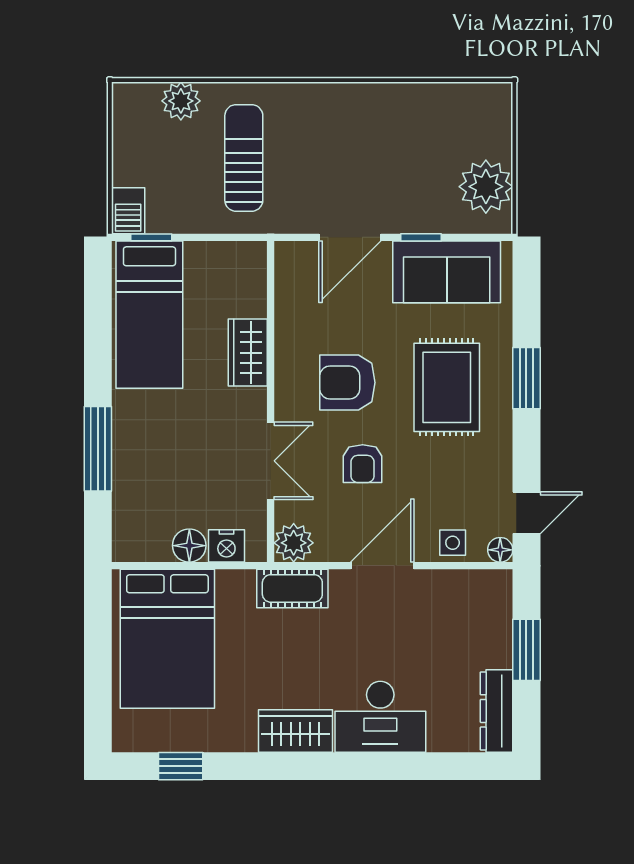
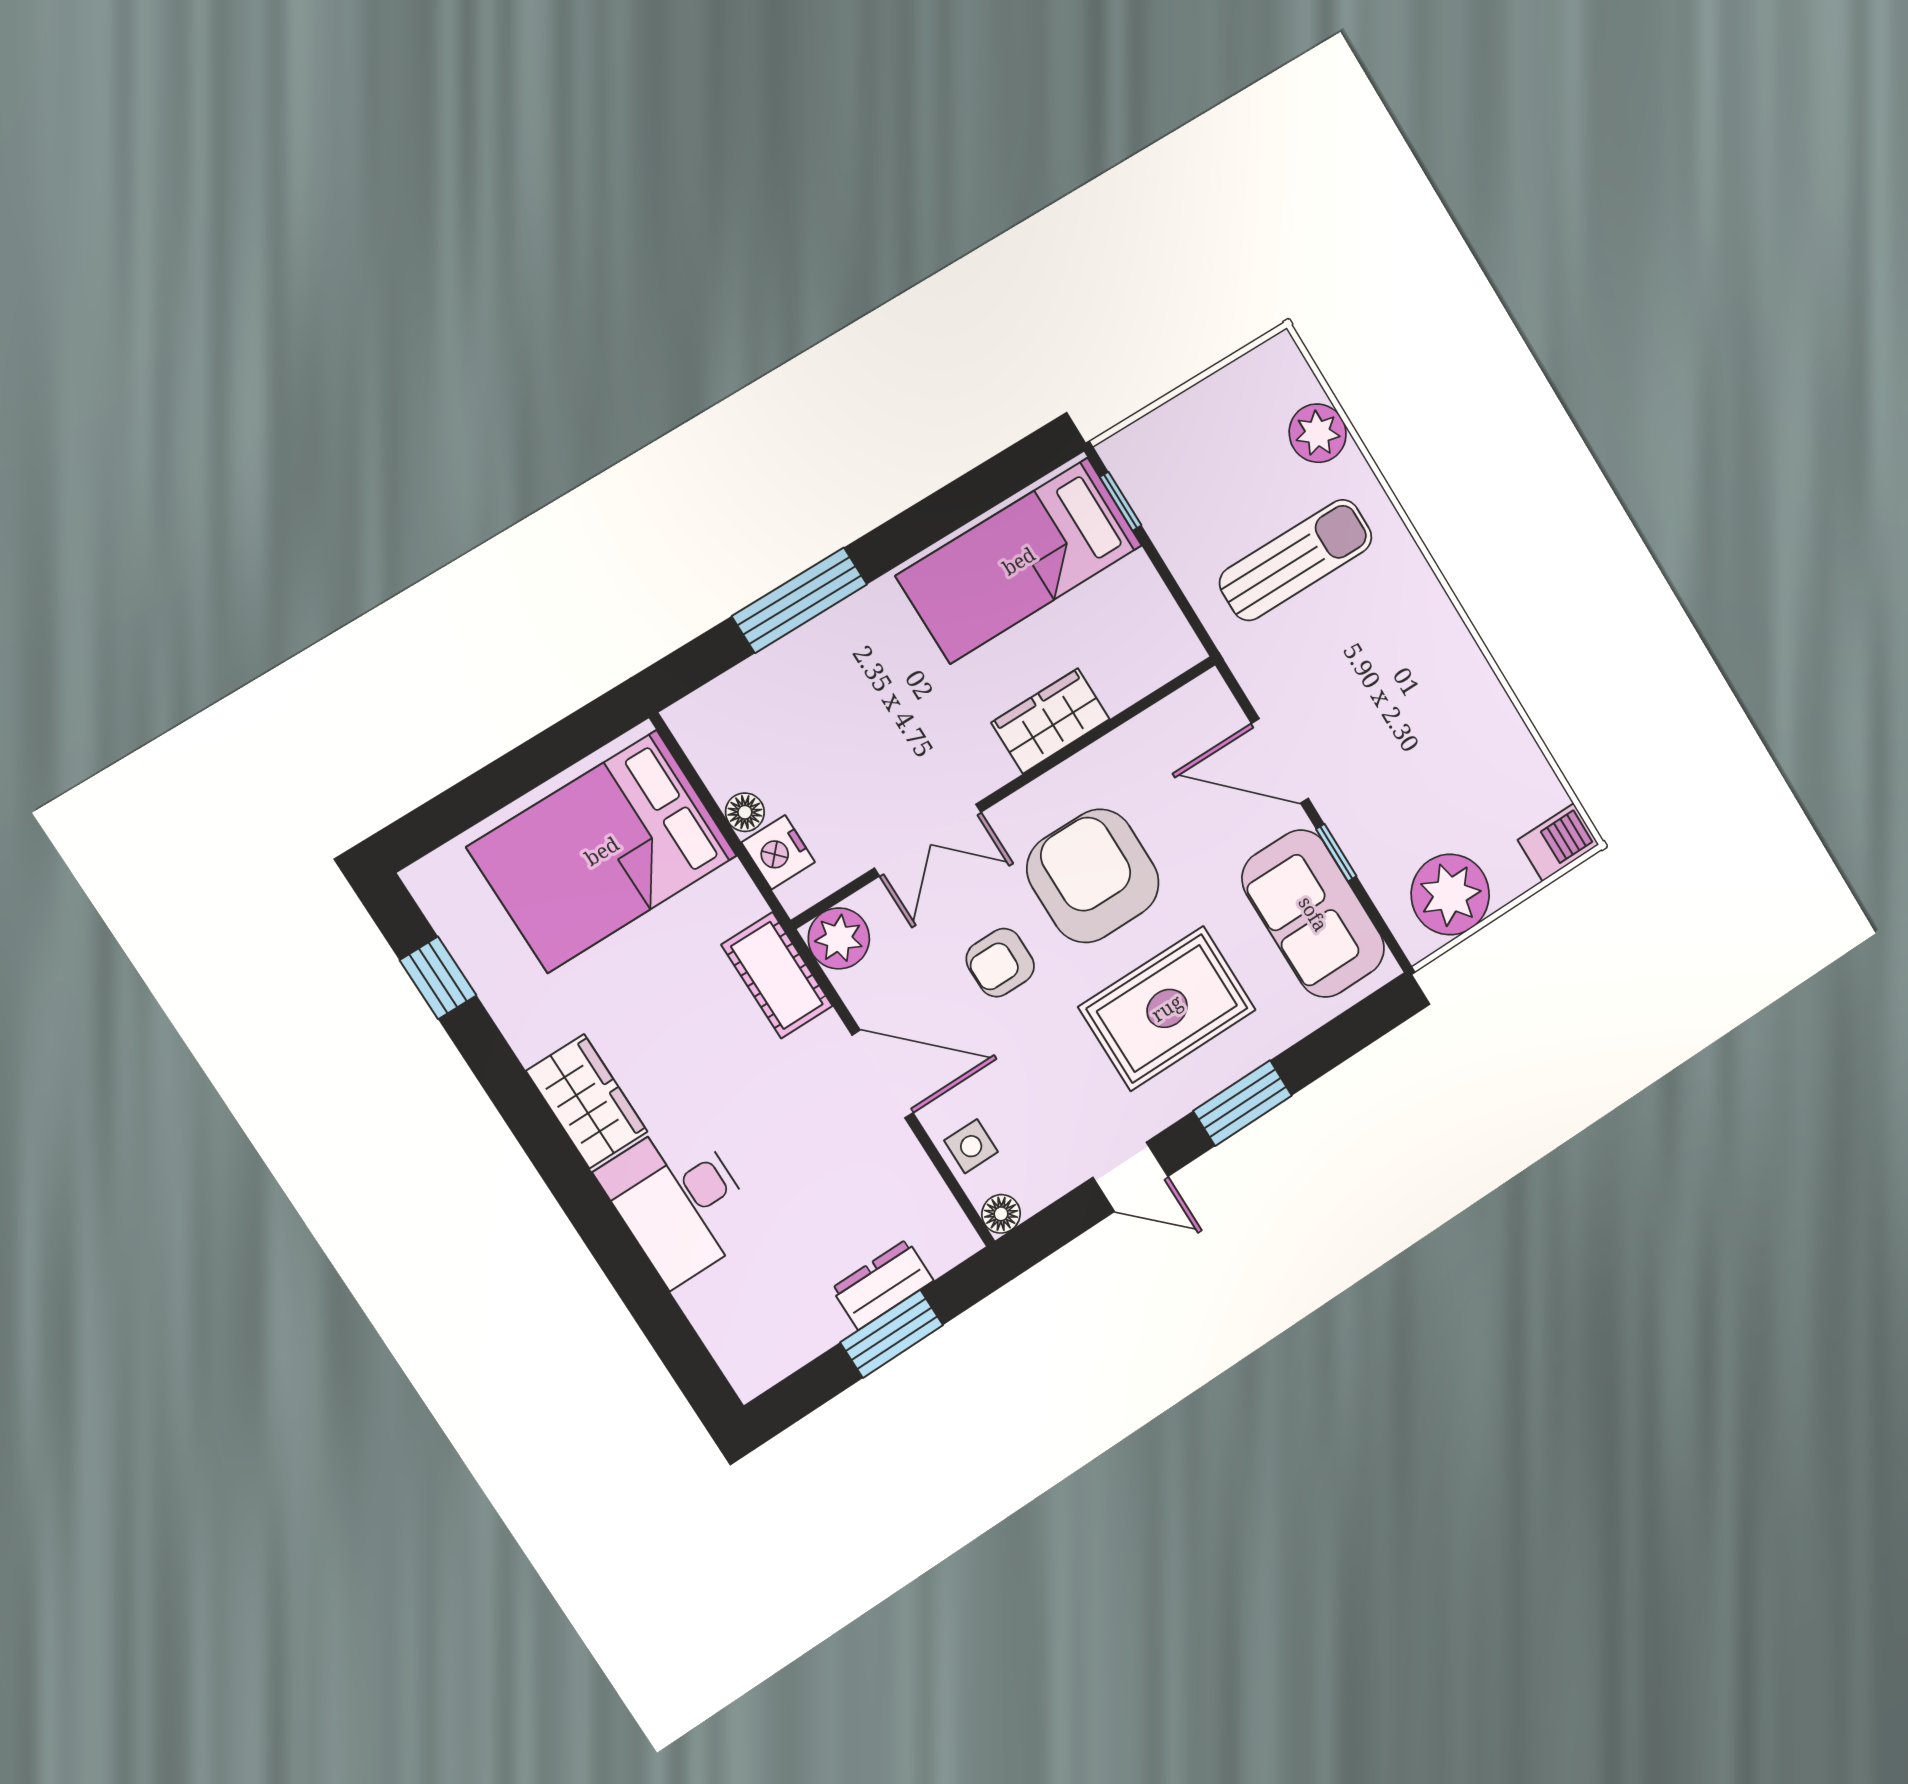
barbecue: (128, 211) -> (1558, 842), moved, turned 180
armchair: (347, 383) -> (1093, 876), width x1.36, depth x1.36
door: (526, 513) -> (1130, 1177), moved
floor lamp: (189, 546) -> (745, 812), width x0.73, depth x0.73
dresser: (496, 711) -> (883, 1284), moved, width x0.70

